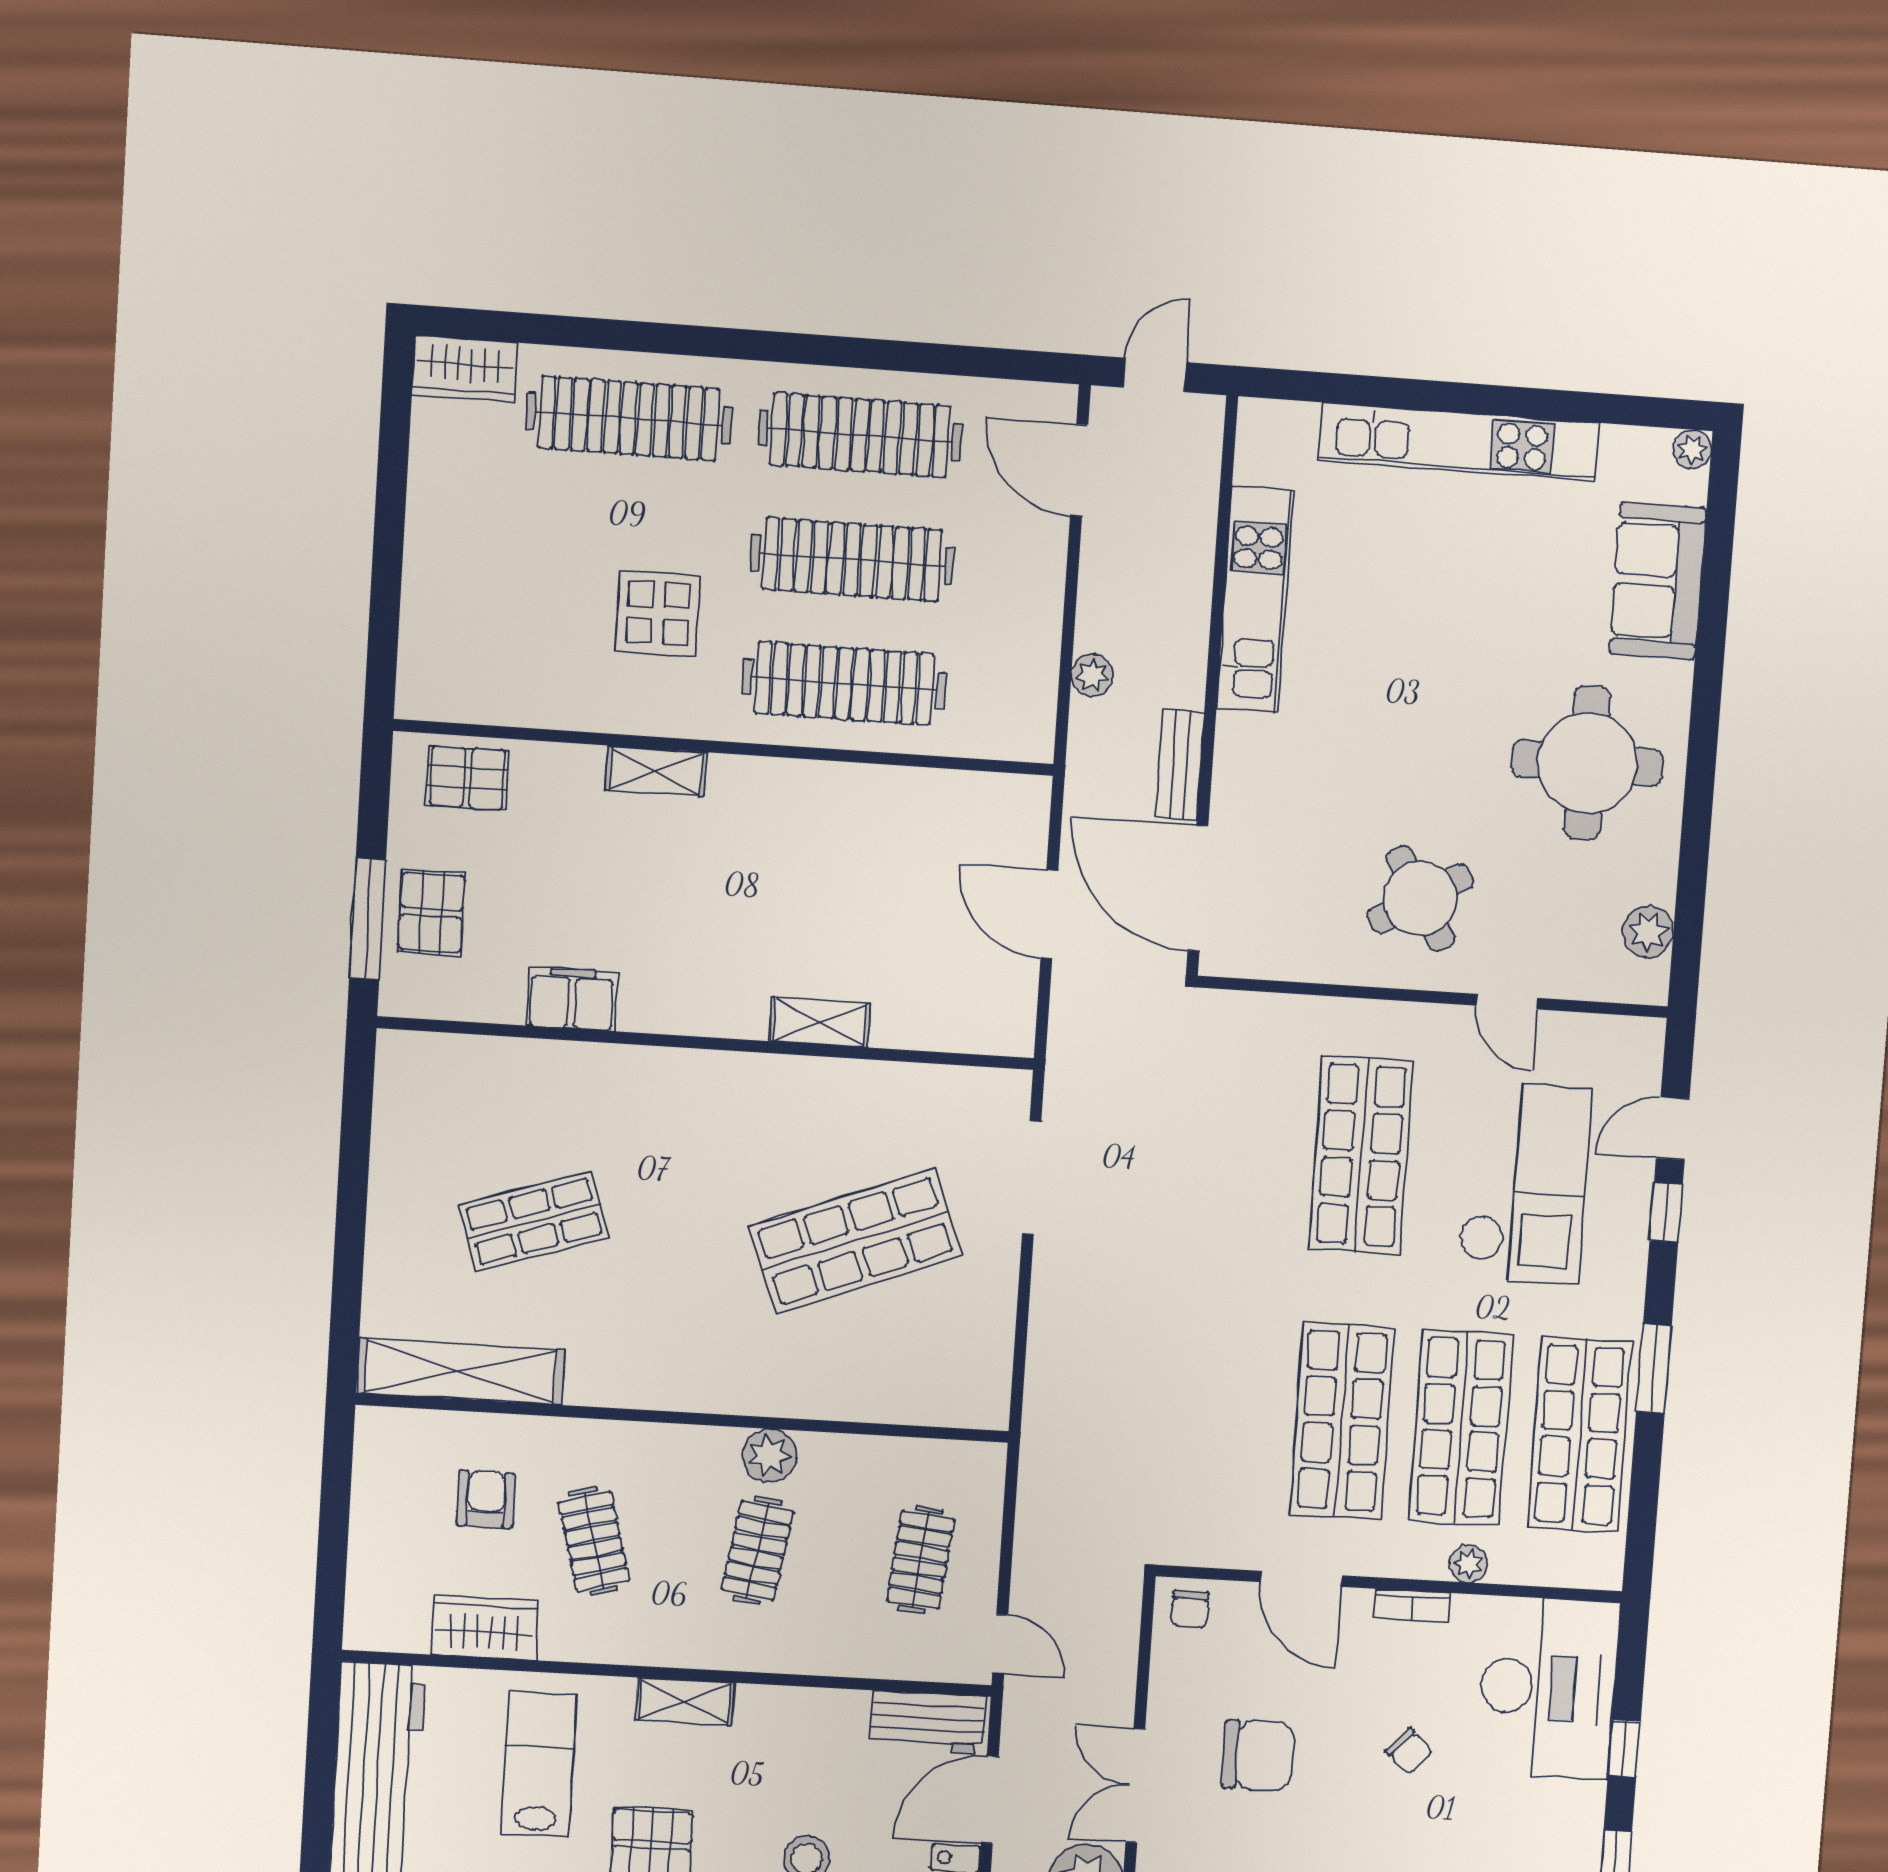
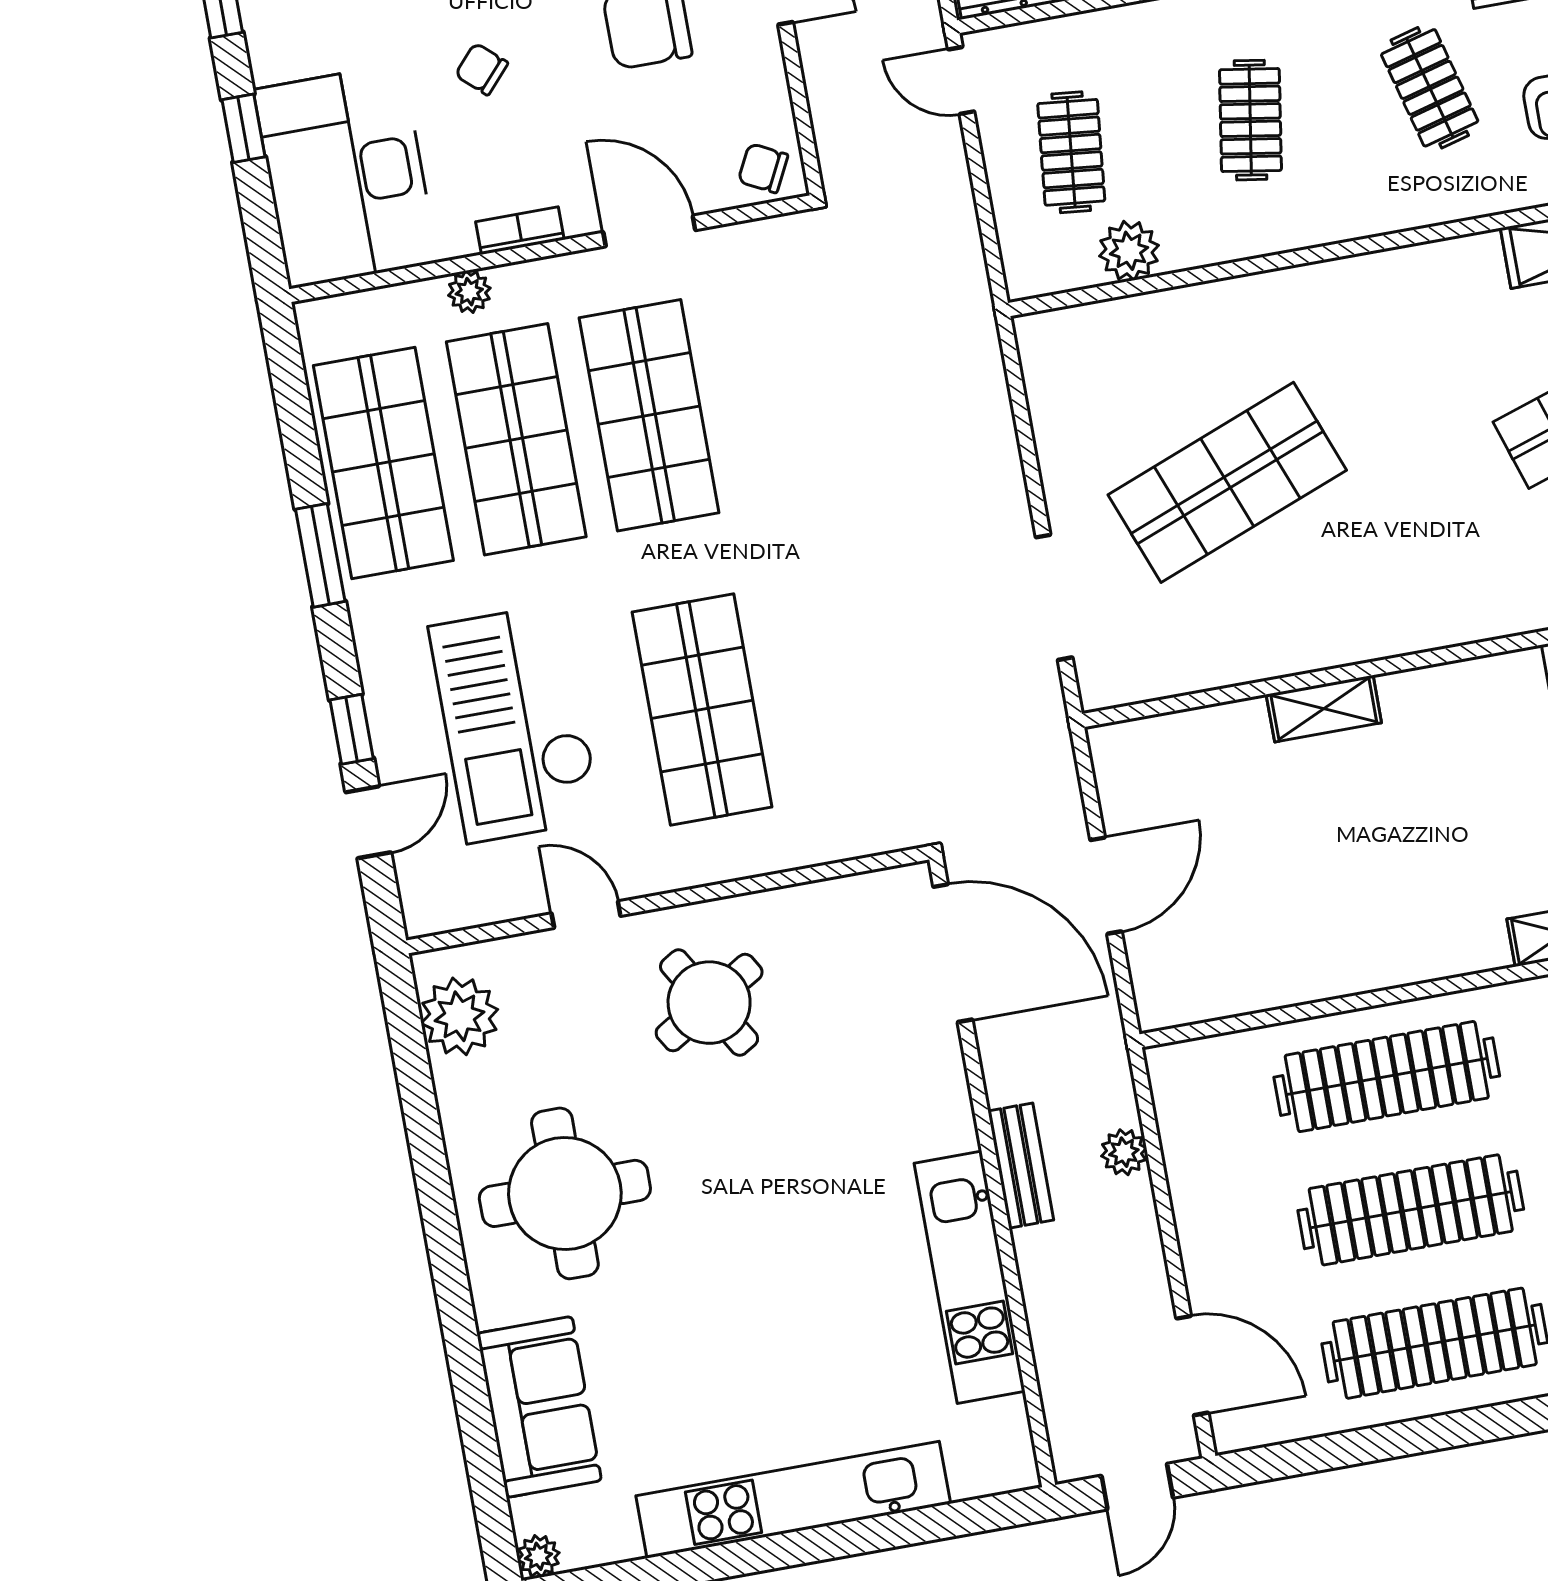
bench: (1180, 764) -> (1021, 1166), moved
door: (1049, 914) -> (1106, 886), hinge flipped
plant: (1648, 932) -> (459, 1016), width x1.36, depth x1.36
plant: (769, 1456) -> (1129, 251), moved
chair: (1190, 1609) -> (763, 168), turned -63

